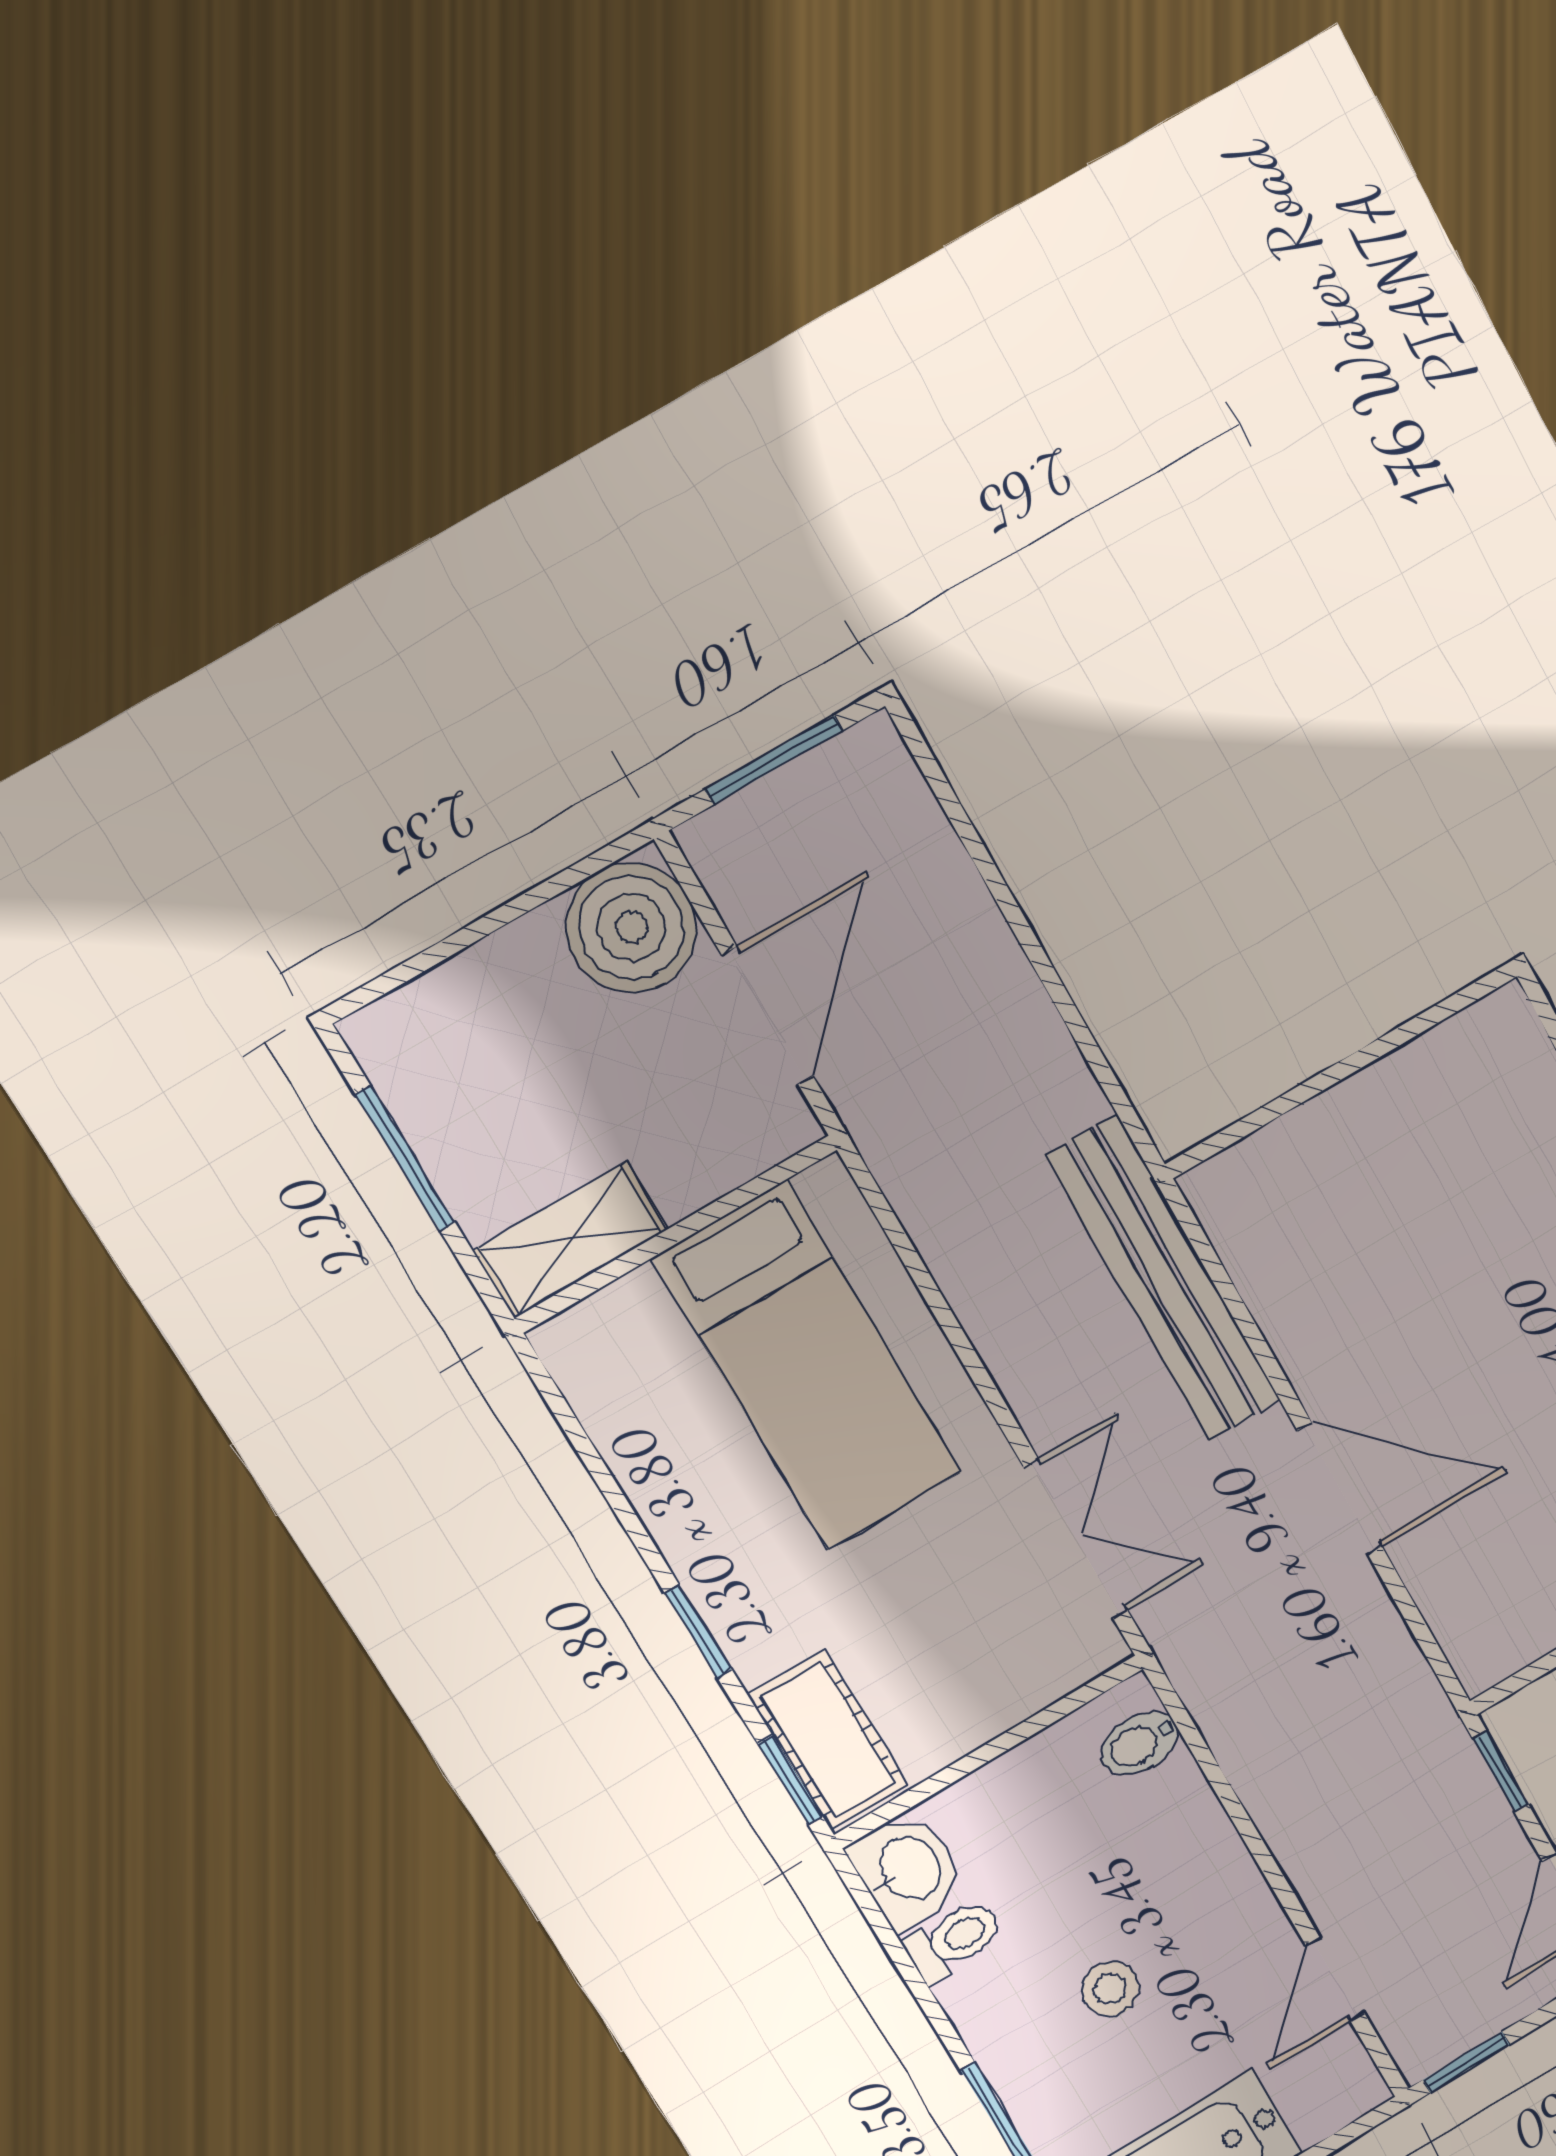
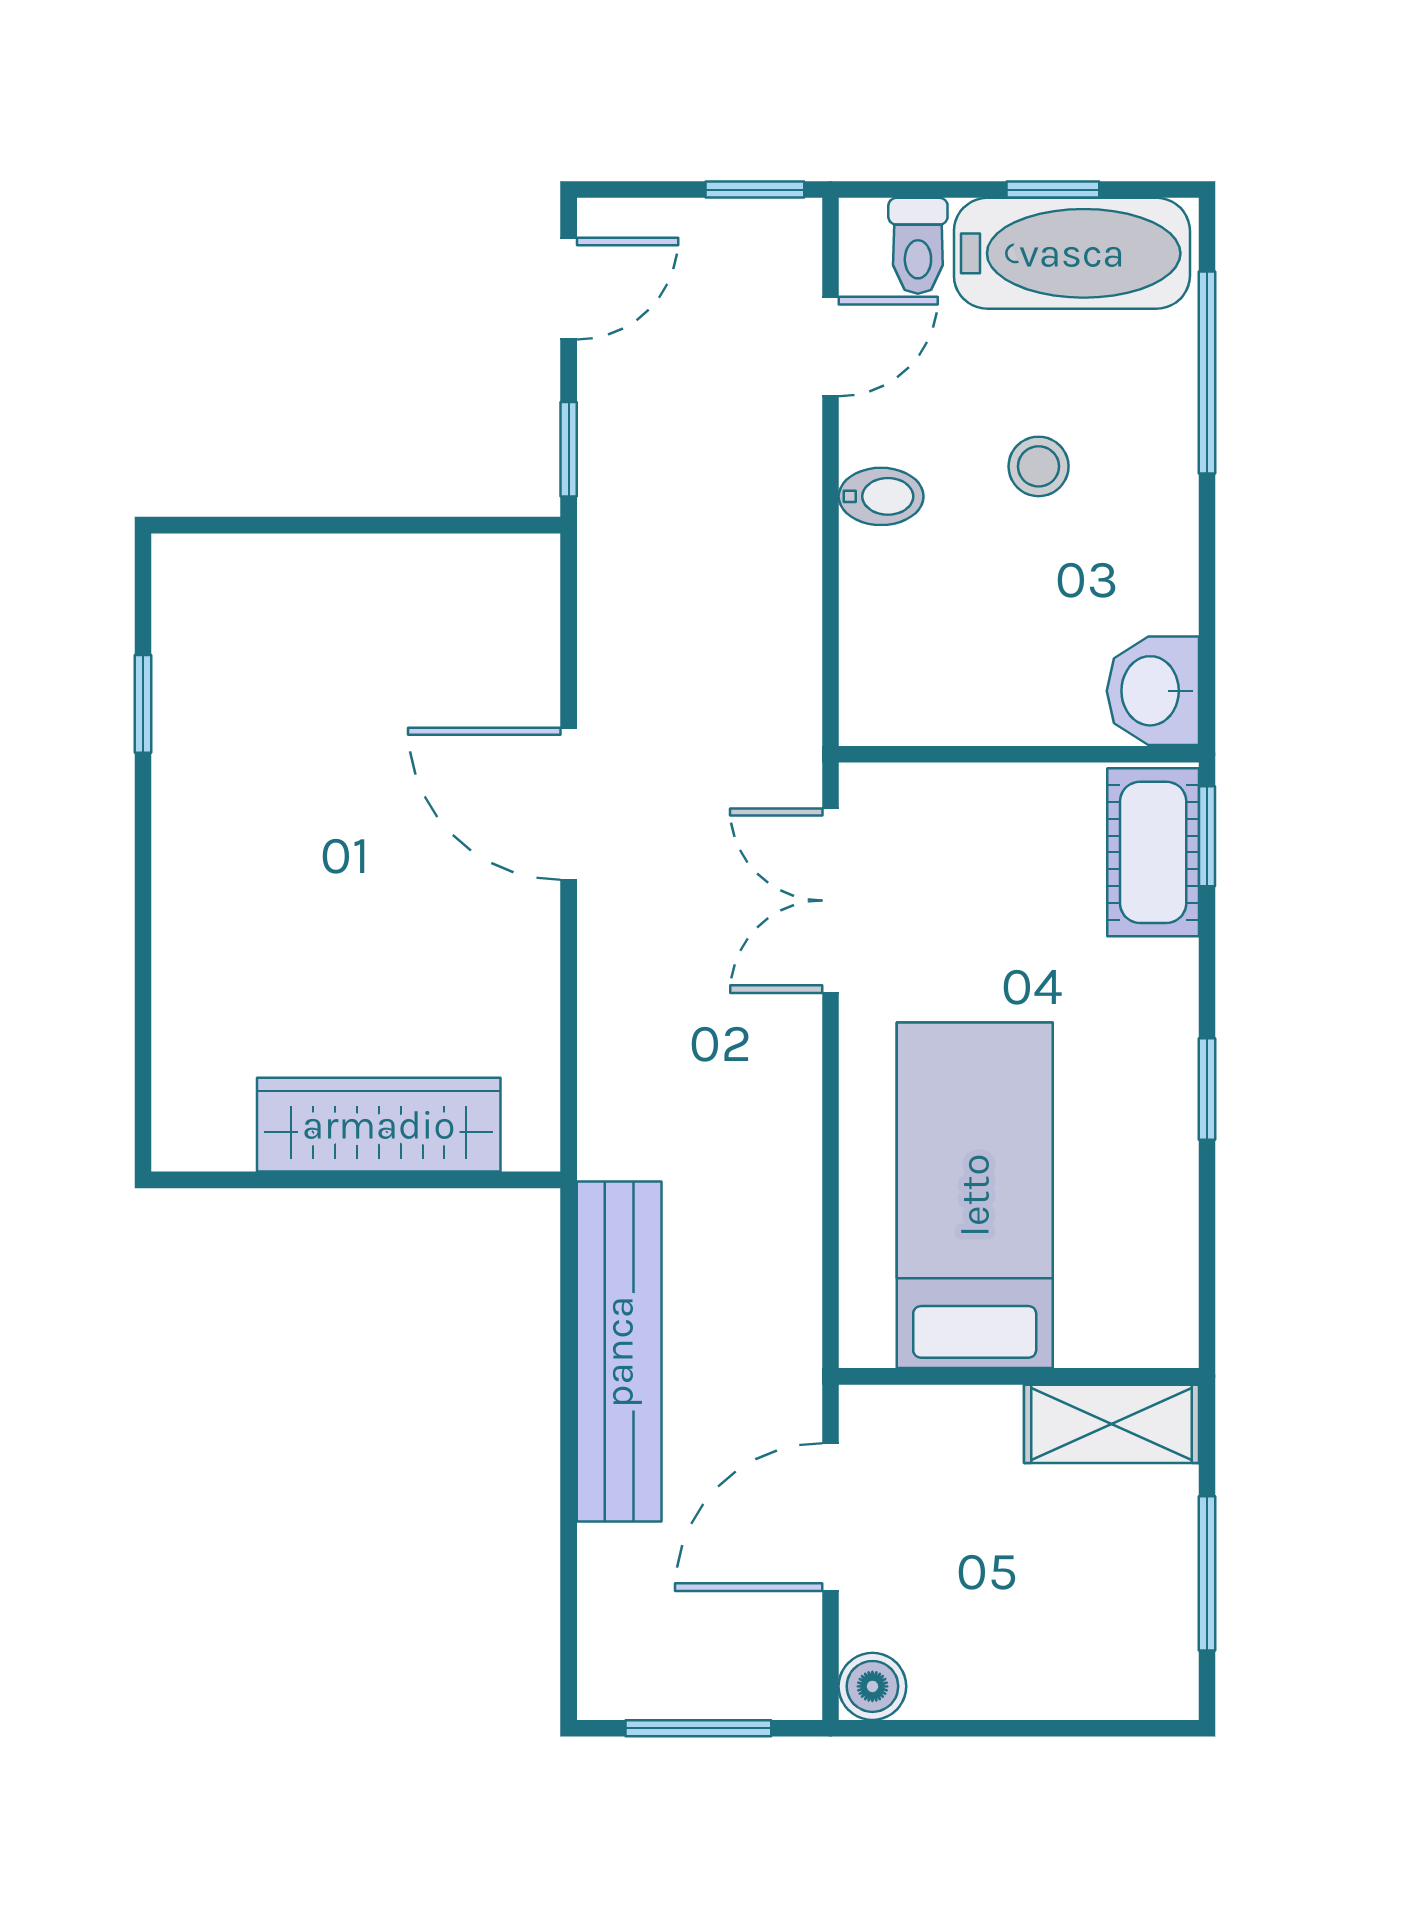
boiler: (631, 927) -> (872, 1686), width x0.54, depth x0.54
wardrobe: (1348, 1128) -> (379, 1125), added
bench: (1164, 1279) -> (619, 1352), moved
window: (698, 1631) -> (1207, 1089), moved
bidet: (1140, 1743) -> (881, 496), moved
toilet: (954, 1940) -> (918, 246), moved, turned -90

